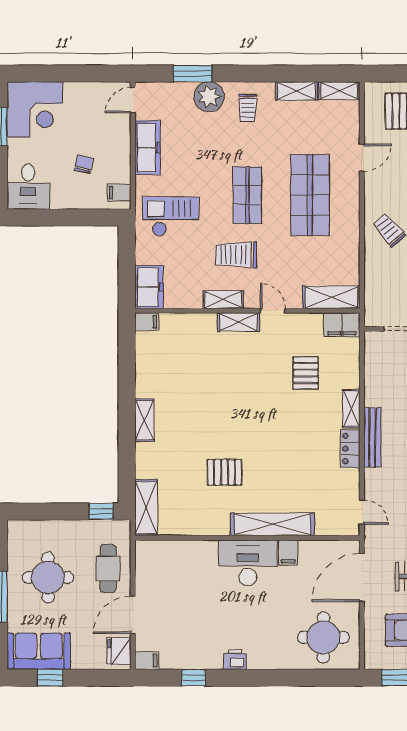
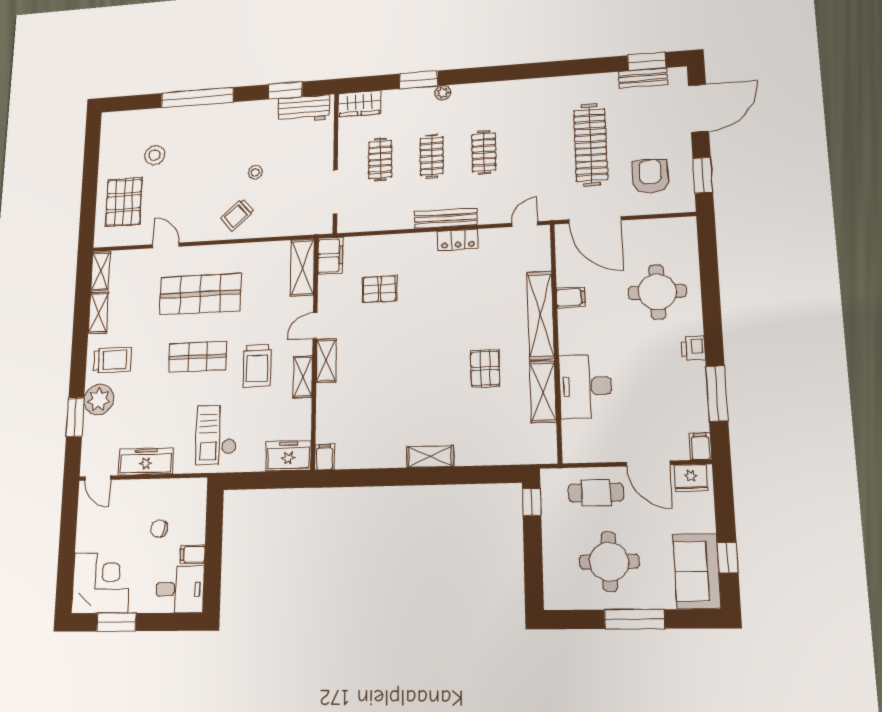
trolley: (248, 108) -> (112, 360), width x1.36, depth x1.39
filing cabinet: (119, 193) -> (193, 554), moved, turned 90
shelving: (351, 409) -> (416, 241), removed
shelving: (146, 507) -> (543, 392), moved, turned 90
desk: (248, 563) -> (585, 386), moved
round table: (323, 637) -> (657, 292), moved
window: (193, 678) -> (717, 393), width x2.17

